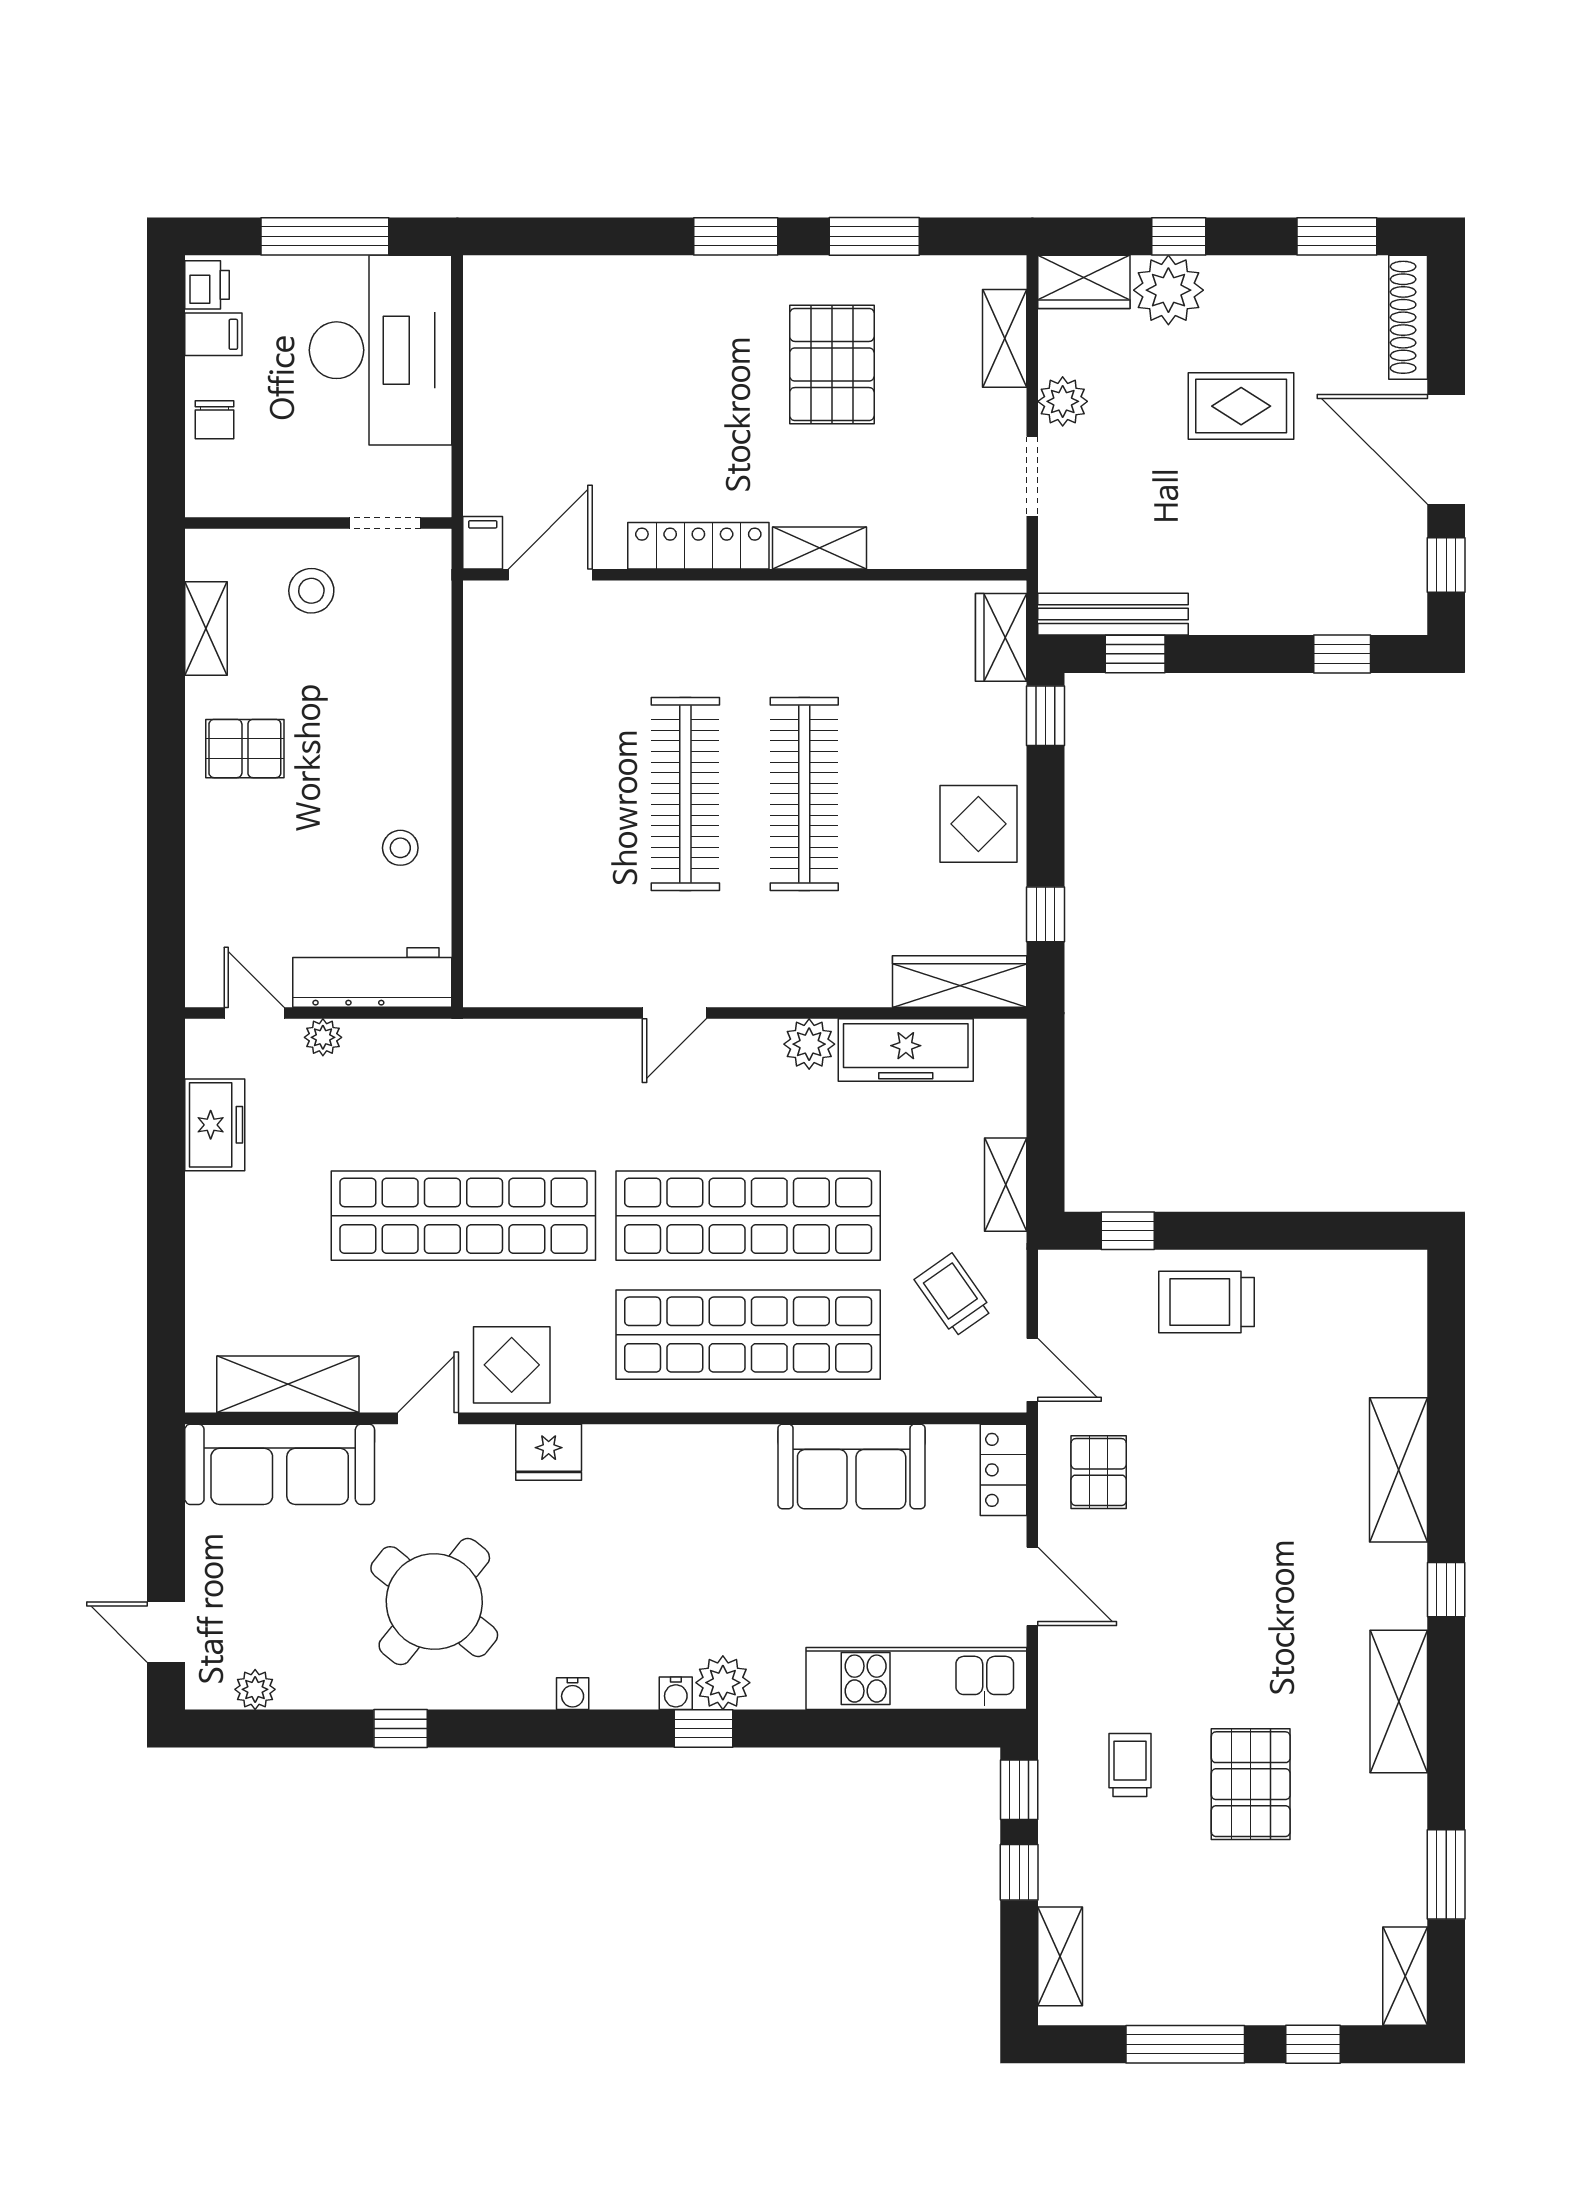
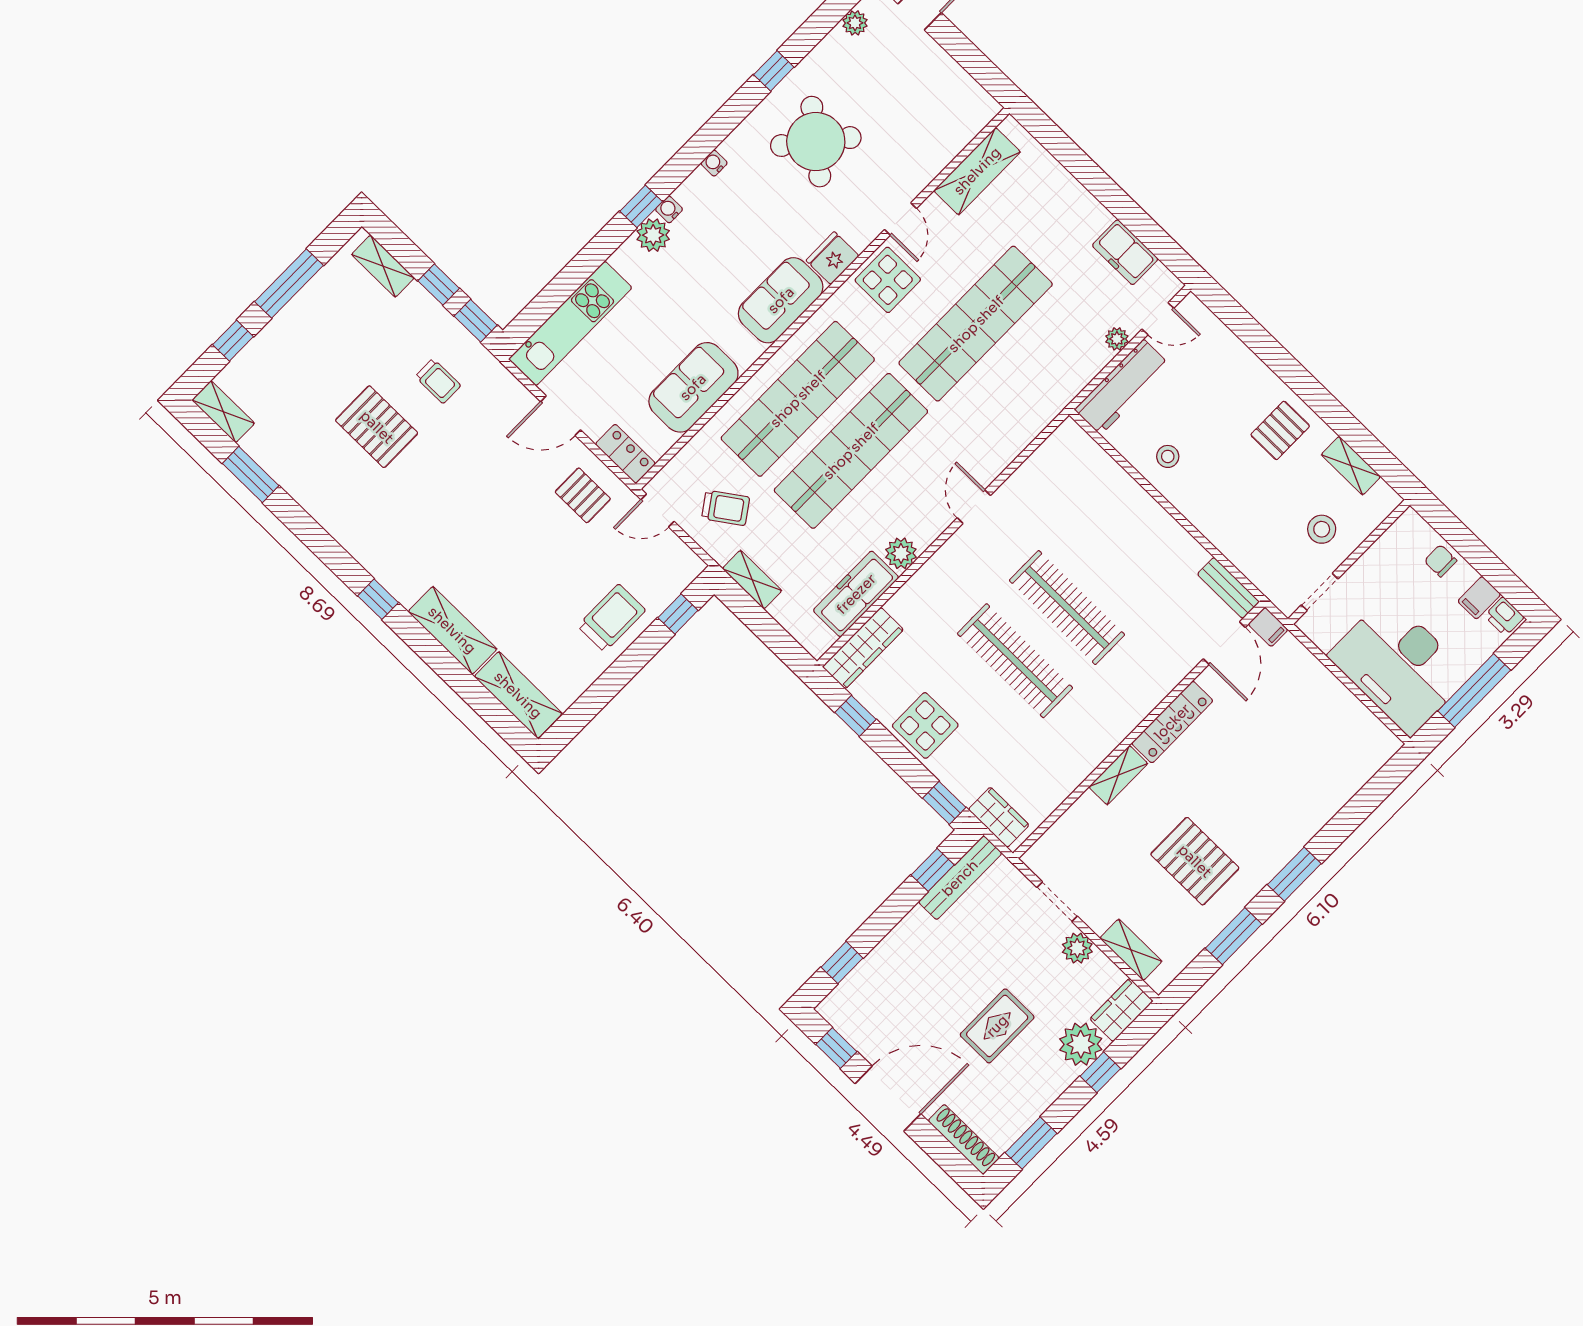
bench: (483, 632) -> (1228, 588), added
sofa: (280, 1464) -> (781, 300), moved, width x0.73
shelving: (1399, 1702) -> (518, 695), moved

